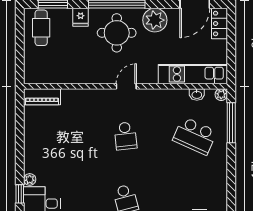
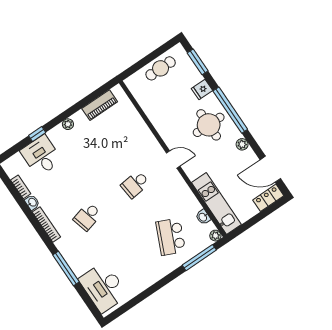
plant: (155, 20) -> (242, 144), width x0.53, depth x0.53
cafe table: (41, 28) -> (161, 68), moved
piano: (42, 97) -> (100, 105), moved, turned -90
plant: (30, 179) -> (68, 124), moved

